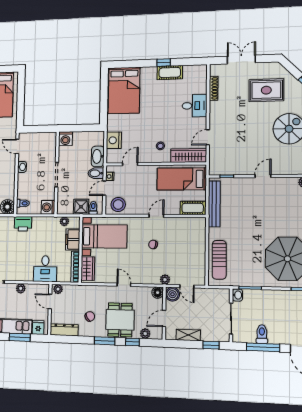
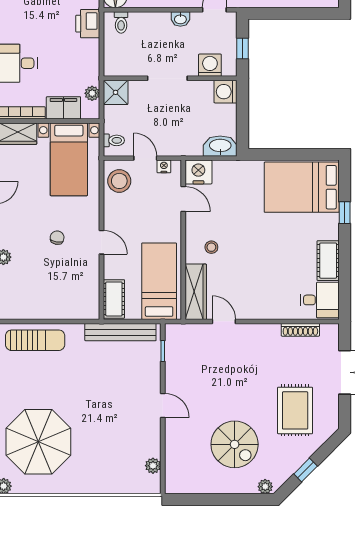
window: (164, 63) -> (345, 213), moved
desk: (195, 106) -> (320, 300), moved, turned -90
window: (40, 129) -> (243, 49), added
nightstand: (114, 140) -> (198, 172), moved
washbasin: (98, 156) -> (220, 146), moved
bidet: (96, 173) -> (169, 144), removed
washing machine: (48, 207) -> (210, 65), moved
shower: (81, 207) -> (116, 92), moved
sun lounger: (219, 260) -> (35, 340), turned 180

